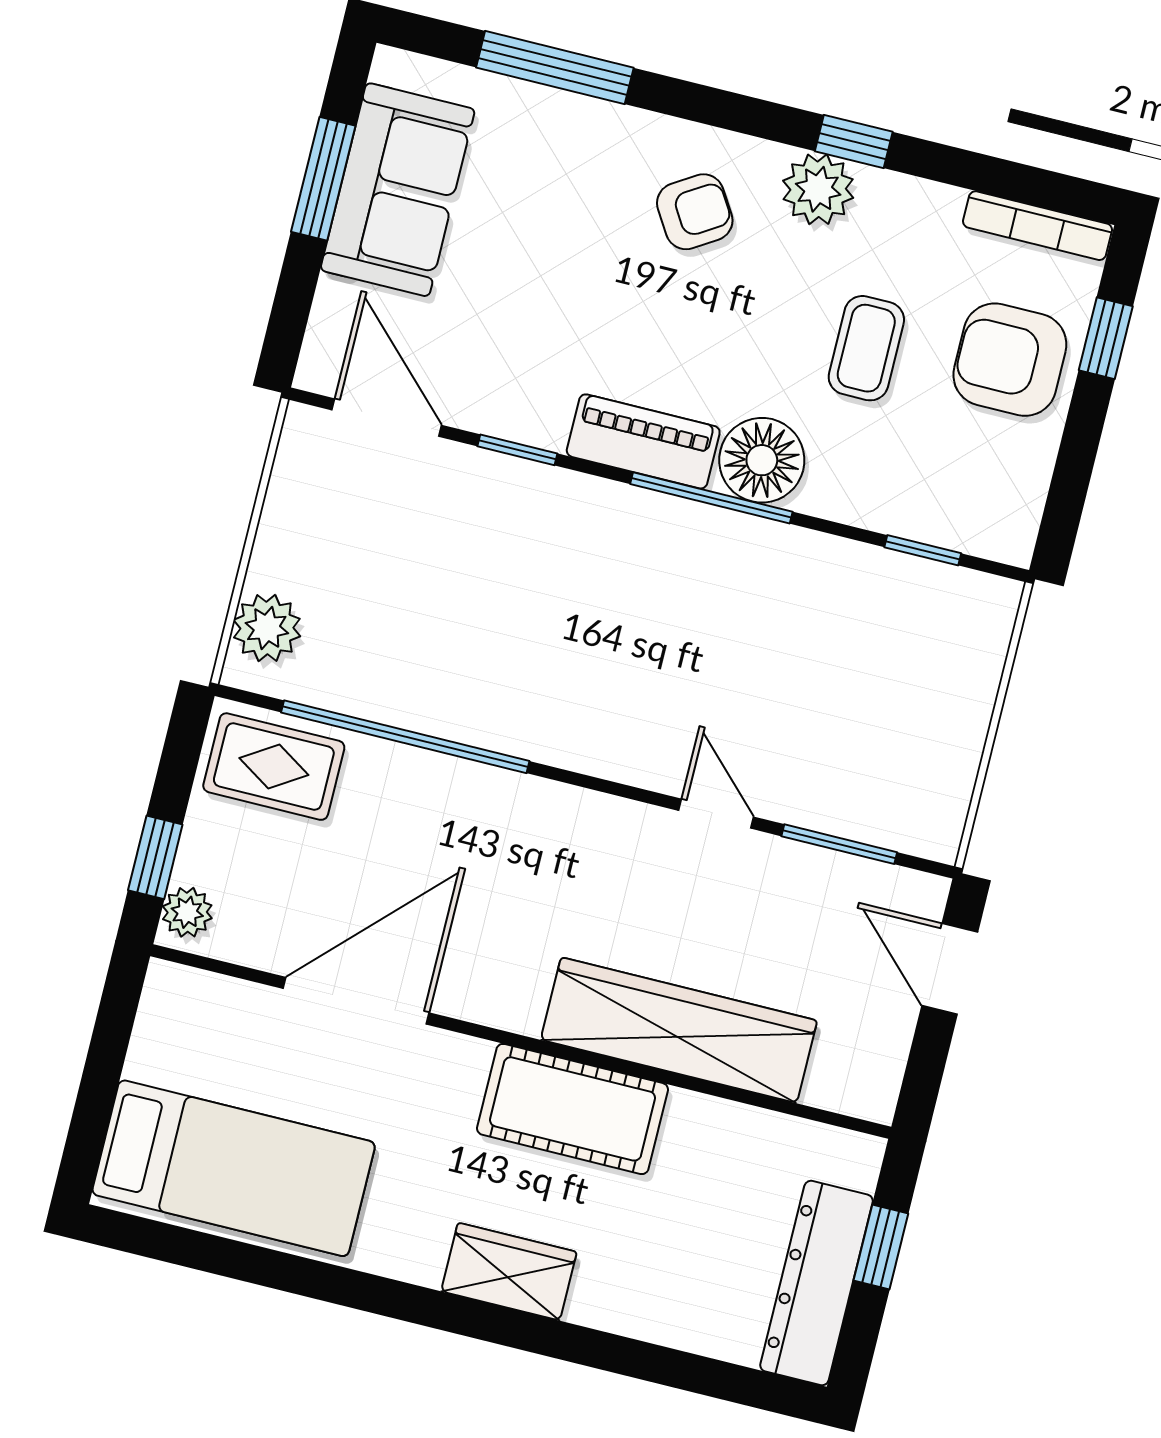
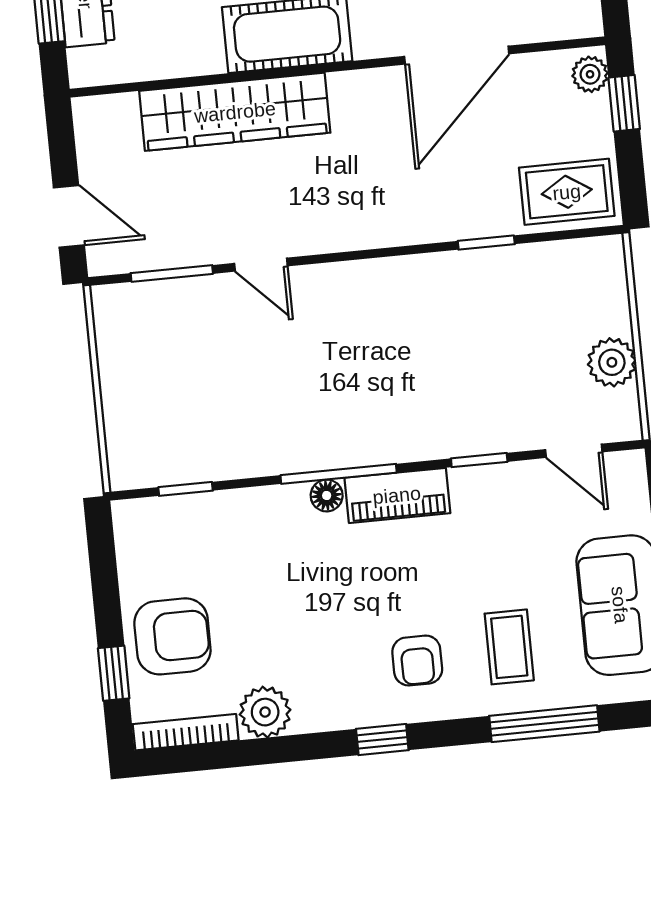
window: (854, 141) -> (382, 740), moved
plant: (818, 189) -> (265, 712), moved
armchair: (695, 212) -> (417, 661), turned -58
coffee table: (866, 348) -> (509, 647), moved
door: (387, 418) -> (574, 451), width x0.73
floor lamp: (762, 460) -> (327, 496), width x0.53, depth x0.53
plant: (267, 628) -> (612, 362), moved
window: (405, 737) -> (486, 243), width x0.32

